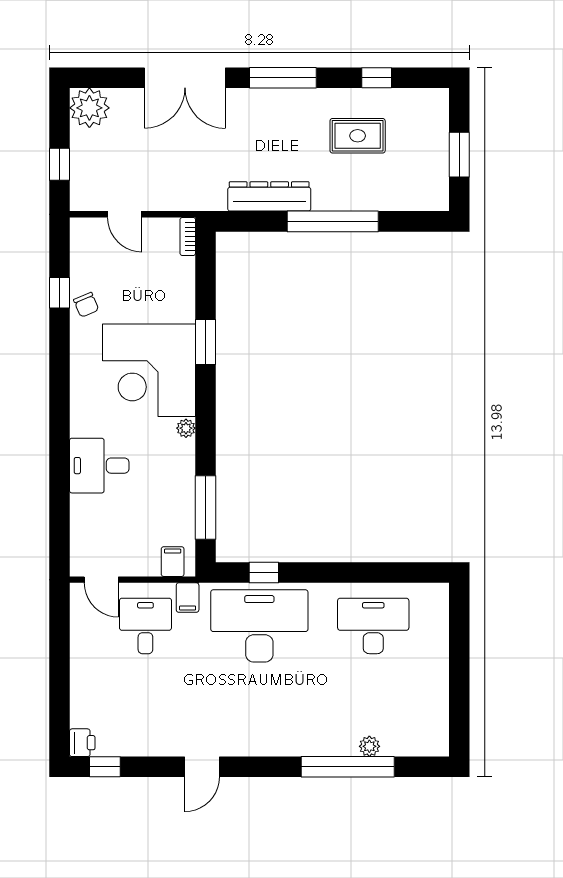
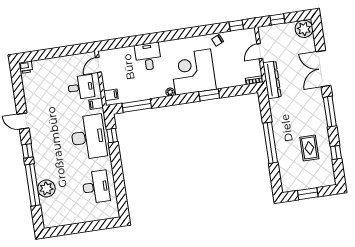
dresser: (269, 196) -> (272, 80), moved
window: (59, 293) -> (236, 26), moved
plant: (369, 746) -> (46, 189), width x1.88, depth x1.88
window: (105, 767) -> (28, 151), moved

